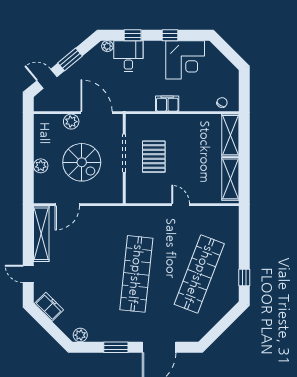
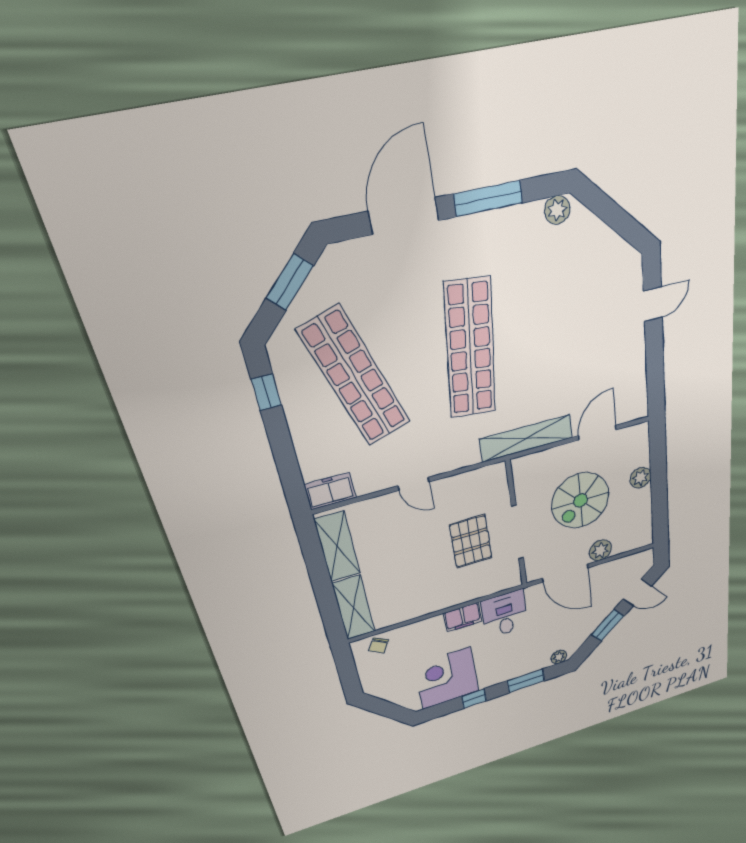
window: (133, 35) -> (526, 681), width x1.50
desk: (128, 56) -> (505, 614), moved, turned 180
spiral stairs: (82, 162) -> (580, 500), turned -90
shelving: (41, 234) -> (526, 438), moved, turned 90
door: (28, 274) -> (653, 304), hinge flipped
shop shelf: (199, 274) -> (355, 377), turned -39
freezer: (49, 307) -> (330, 491), moved, turned 135
window: (219, 328) -> (290, 282), added
window: (116, 347) -> (488, 198), width x1.44

